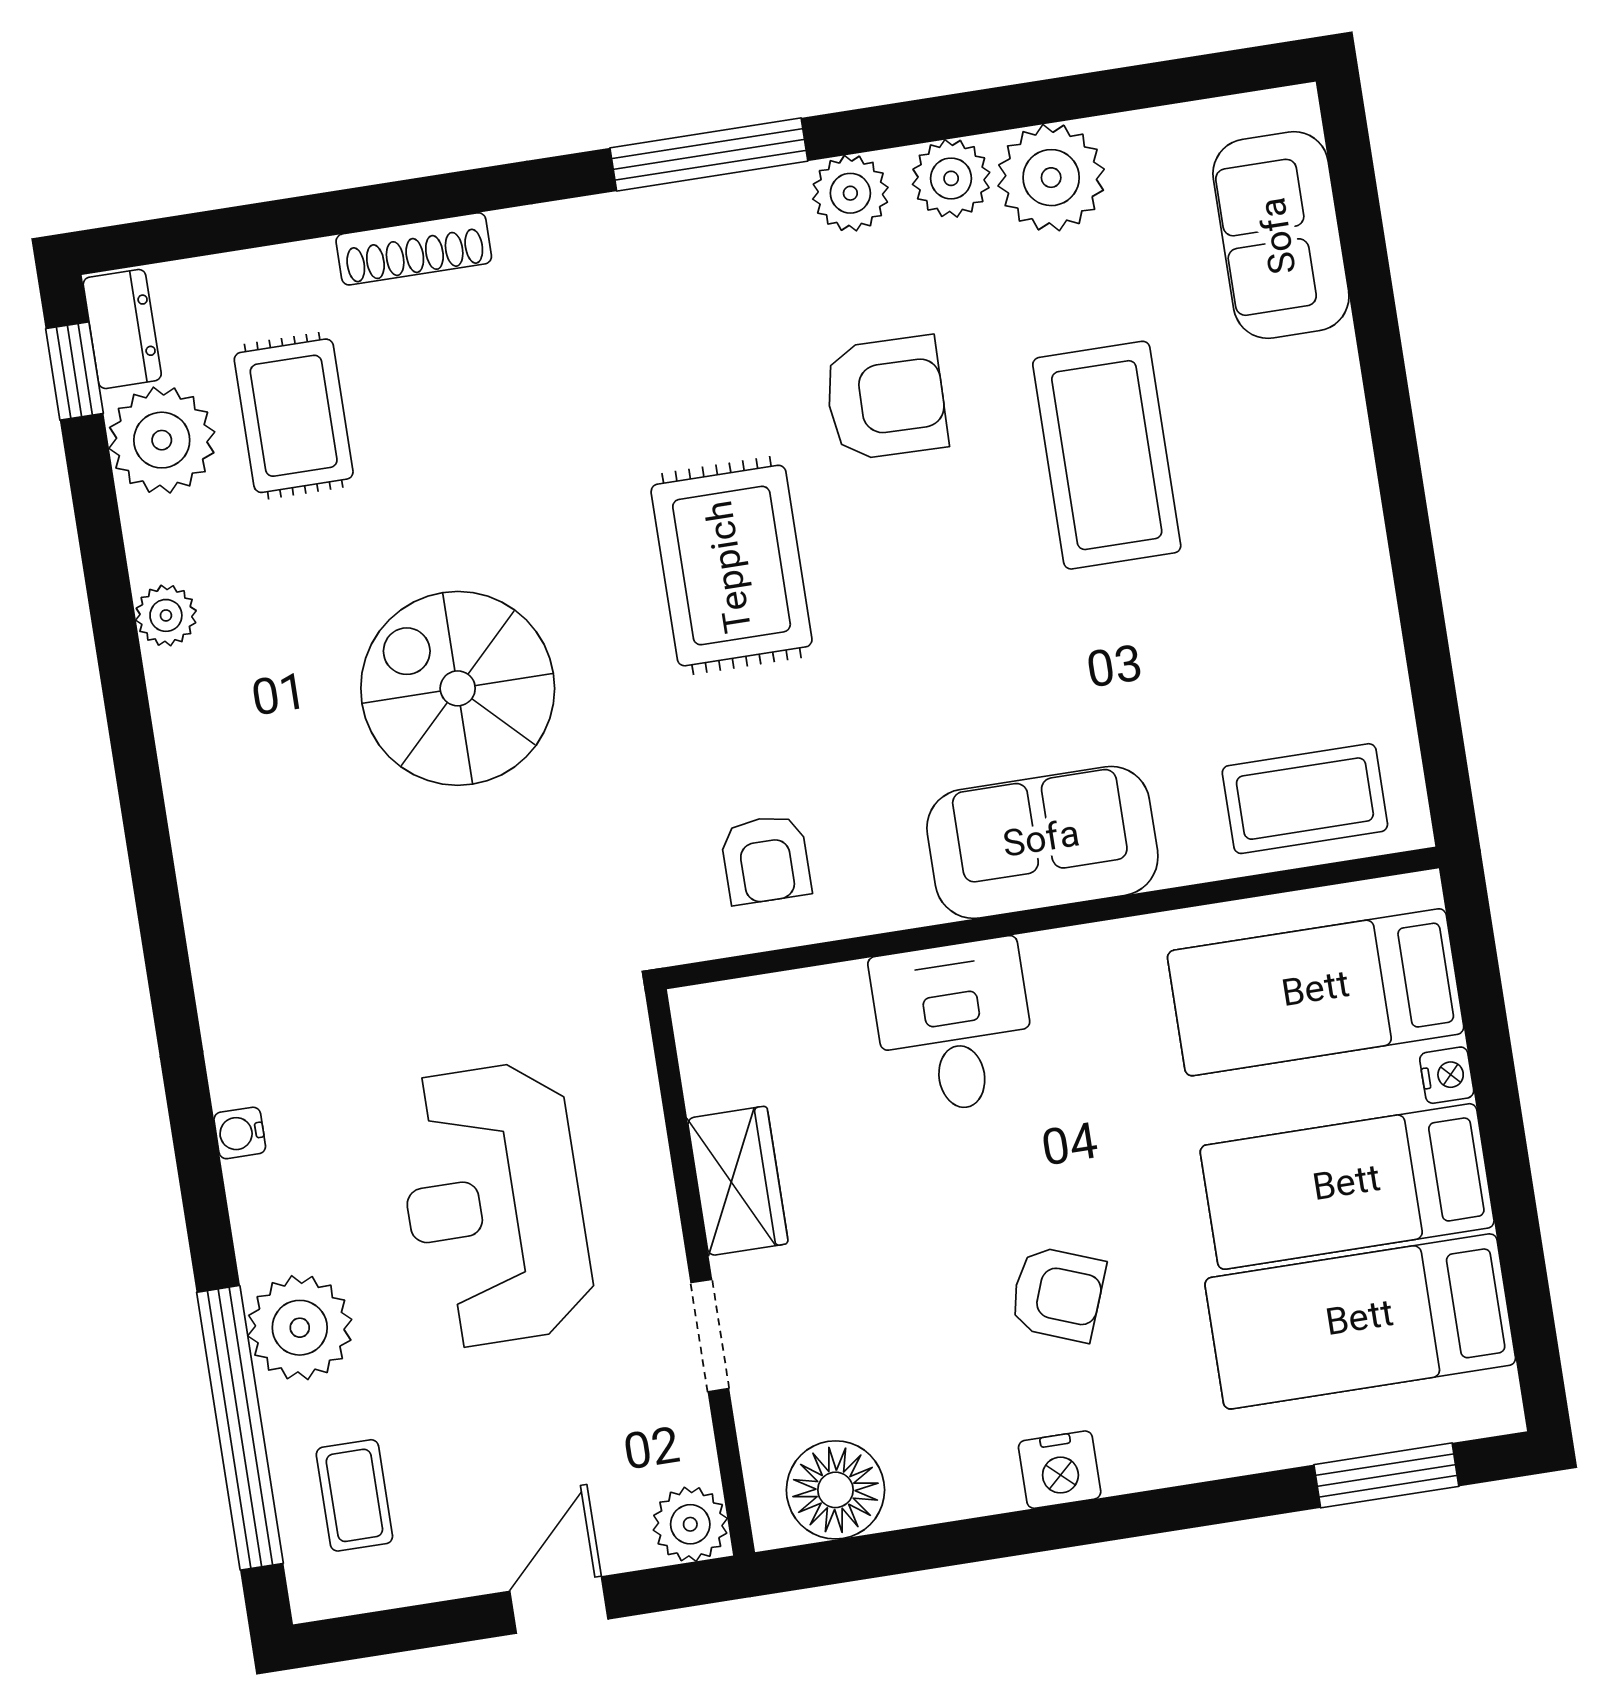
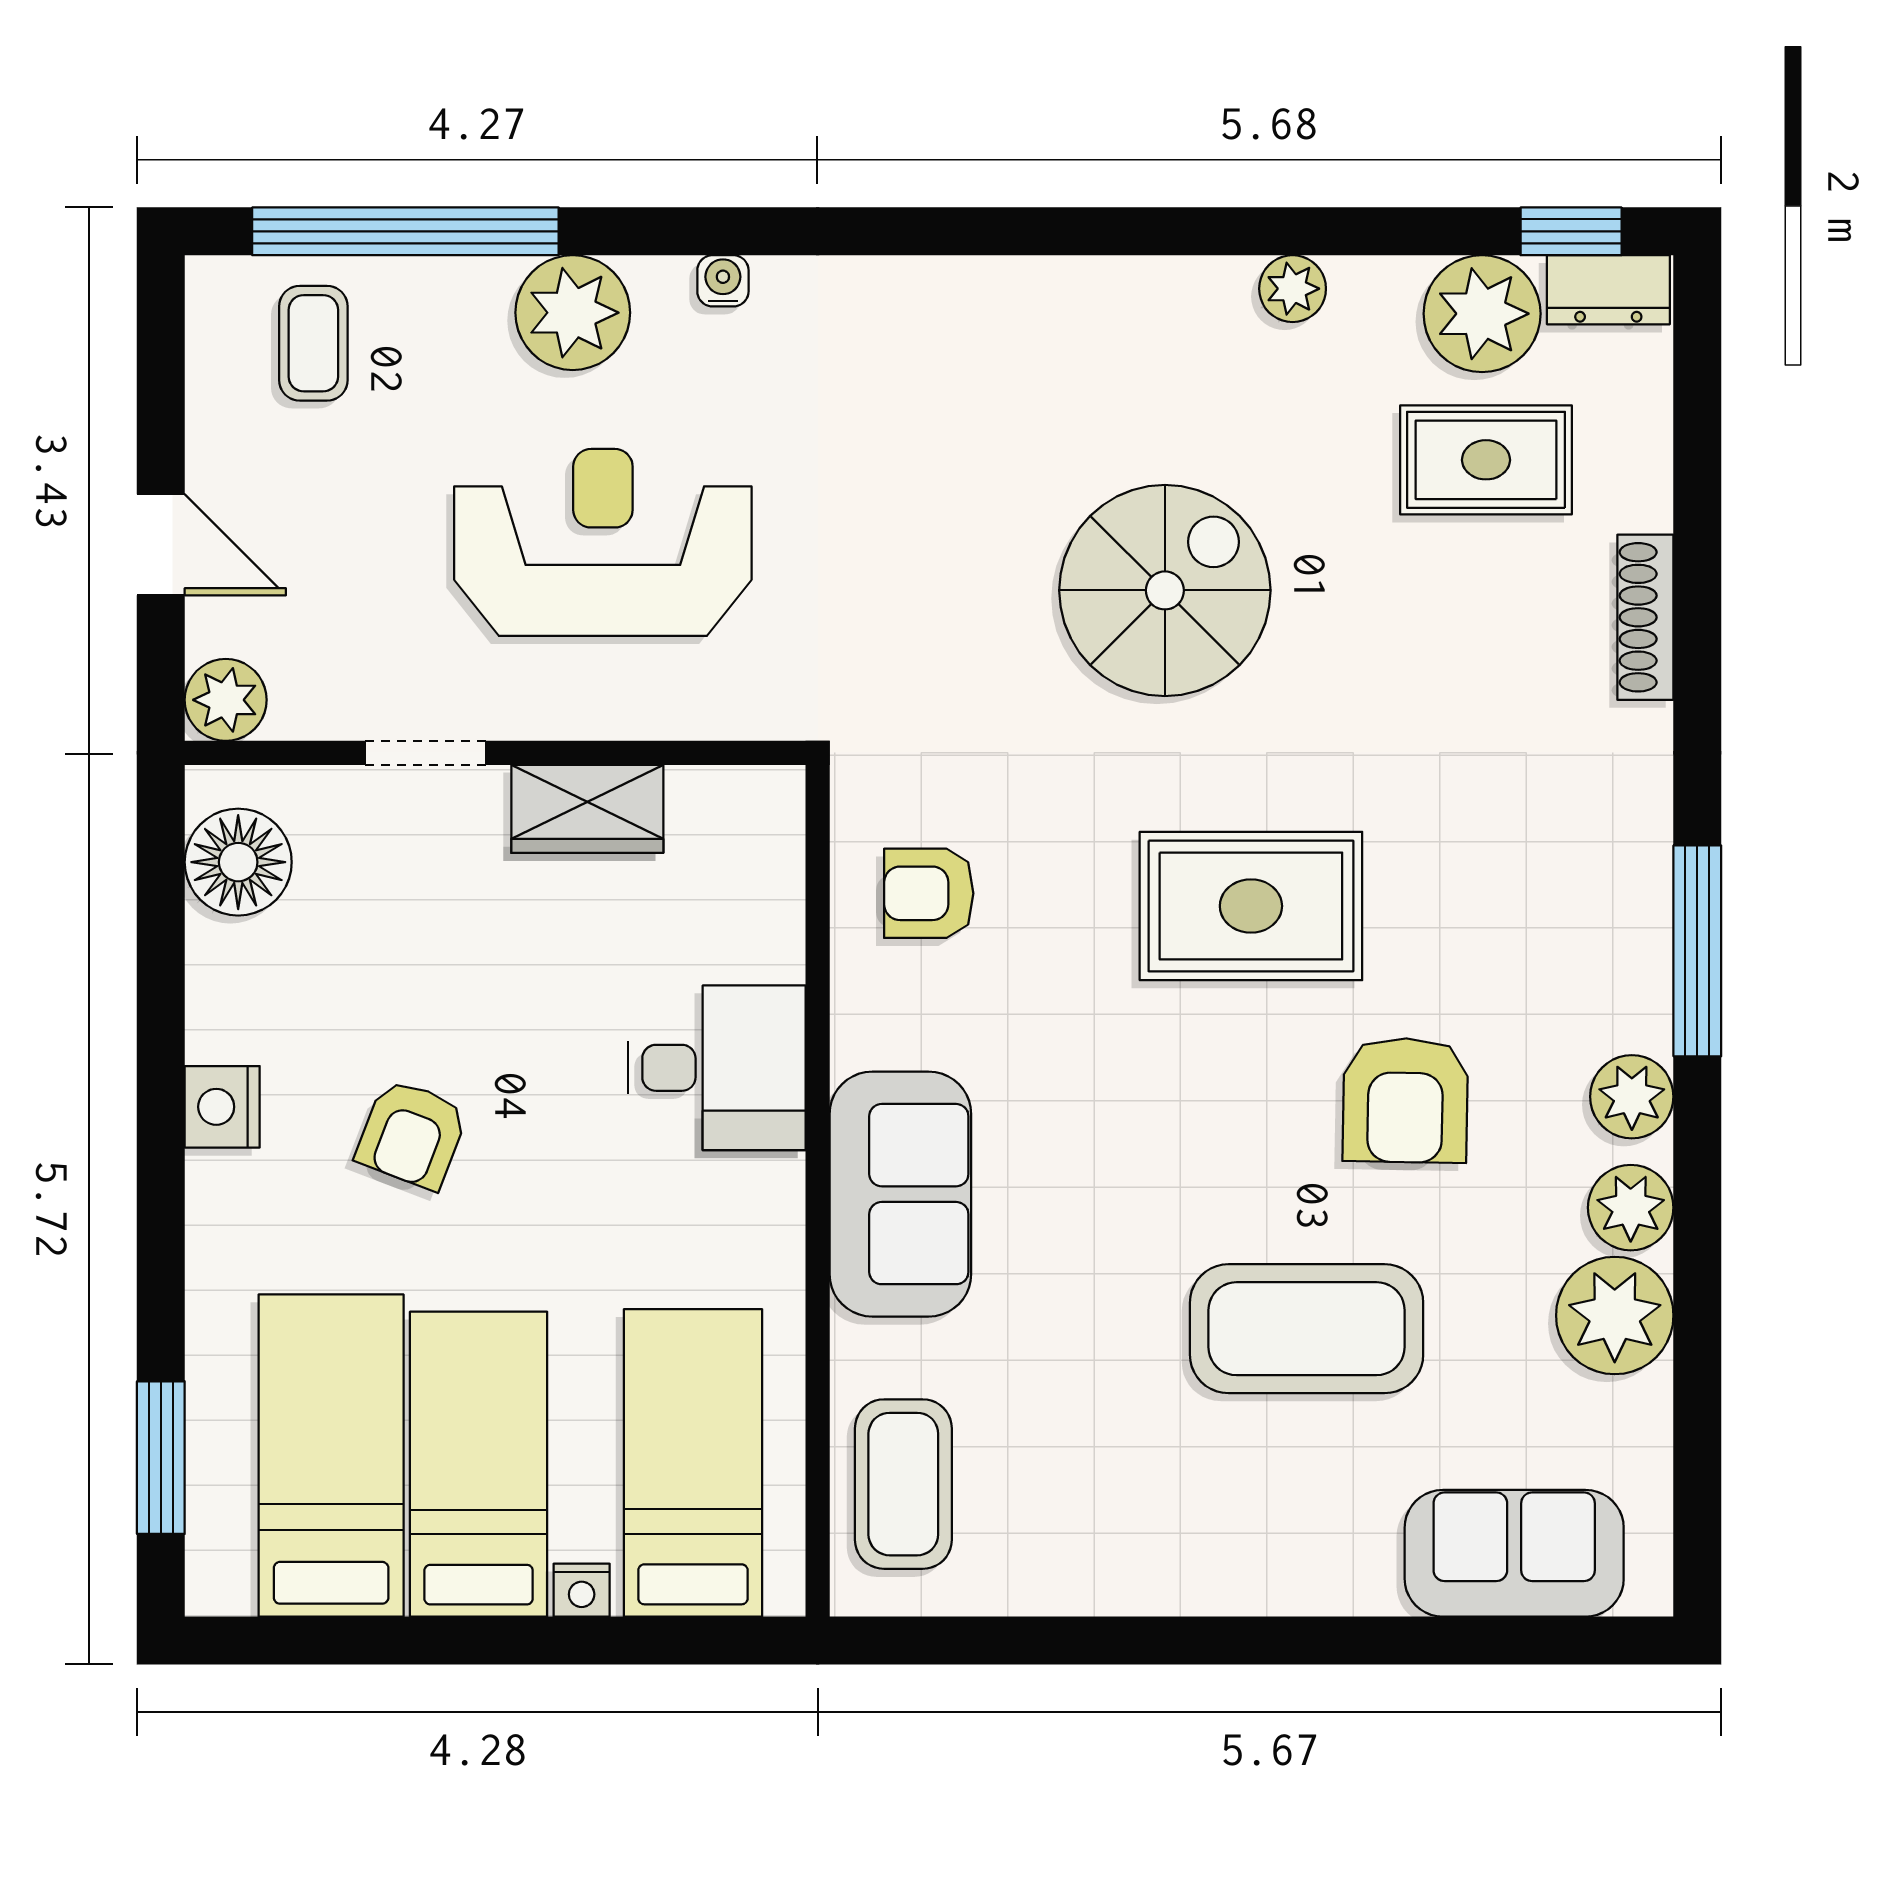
plant: (300, 1328) -> (573, 313), moved
coffee table: (354, 1495) -> (313, 343), turned 90

